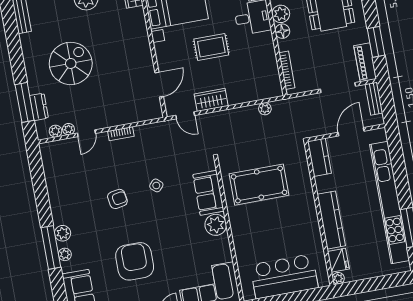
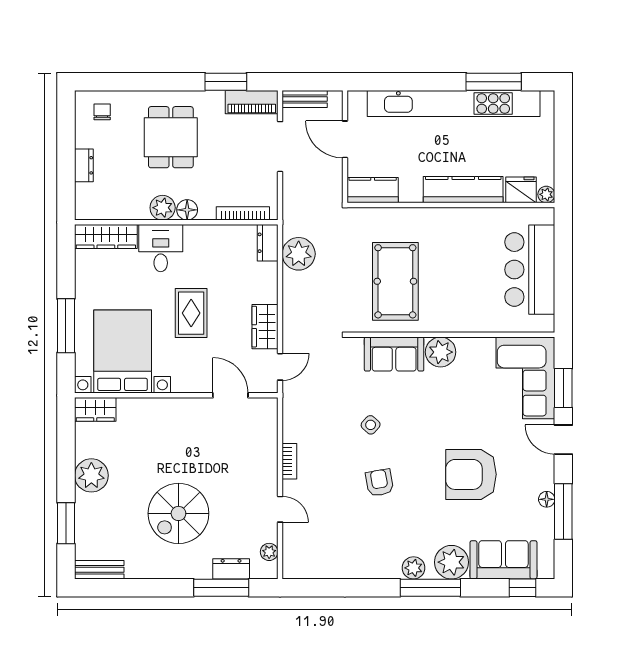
spiral stairs: (71, 63) -> (178, 513), turned -90
dresser: (270, 91) -> (268, 243), added
plant: (265, 109) -> (299, 254), width x1.87, depth x1.87
plant: (68, 129) -> (270, 533), removed
plant: (65, 254) -> (451, 562), width x1.87, depth x1.87

